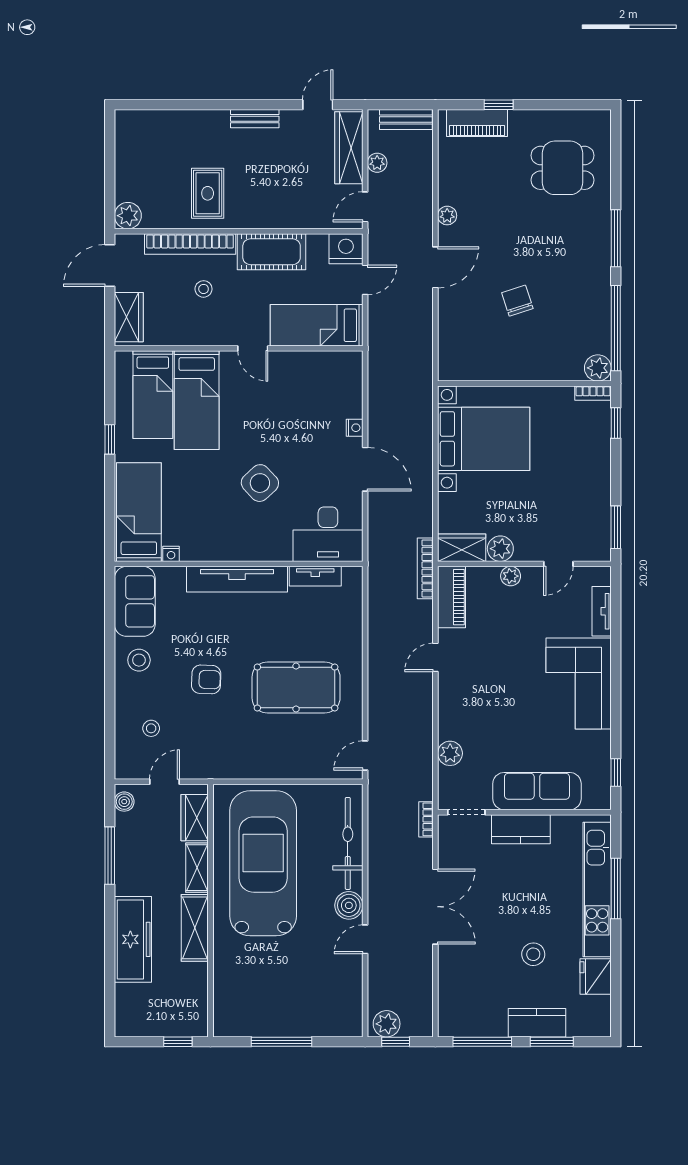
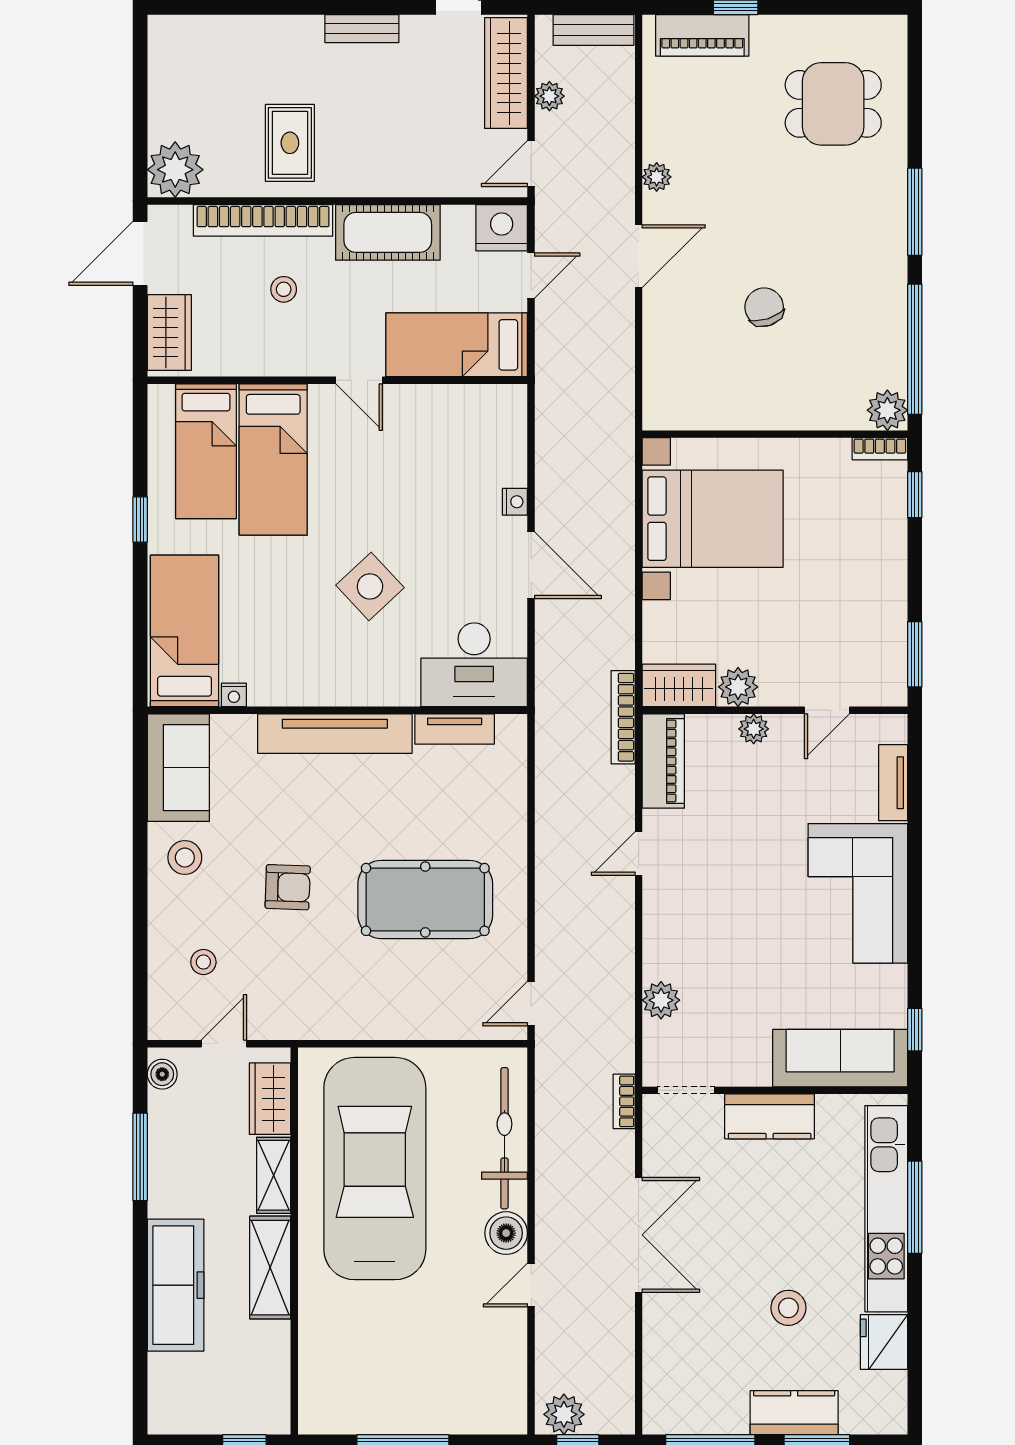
plant: (128, 216) -> (175, 170), width x1.36, depth x1.36
sofa: (537, 791) -> (840, 1058), moved

